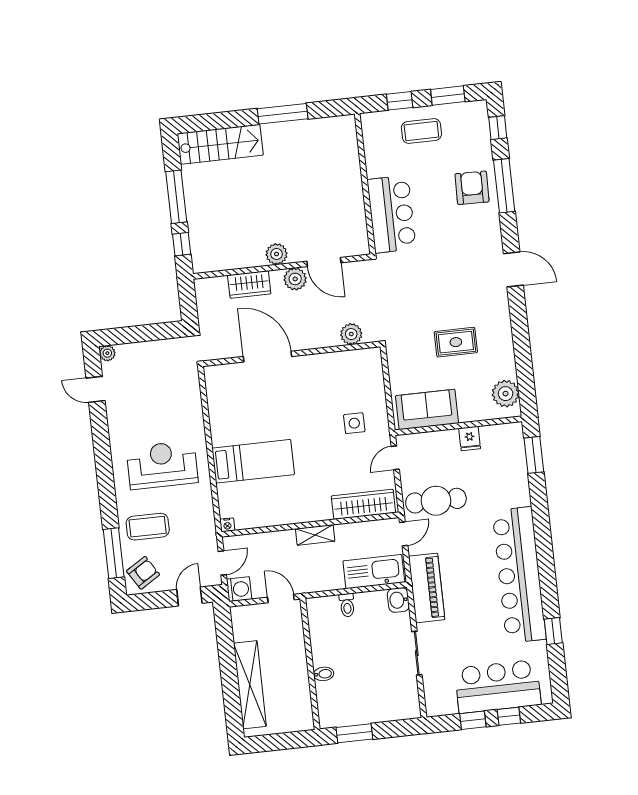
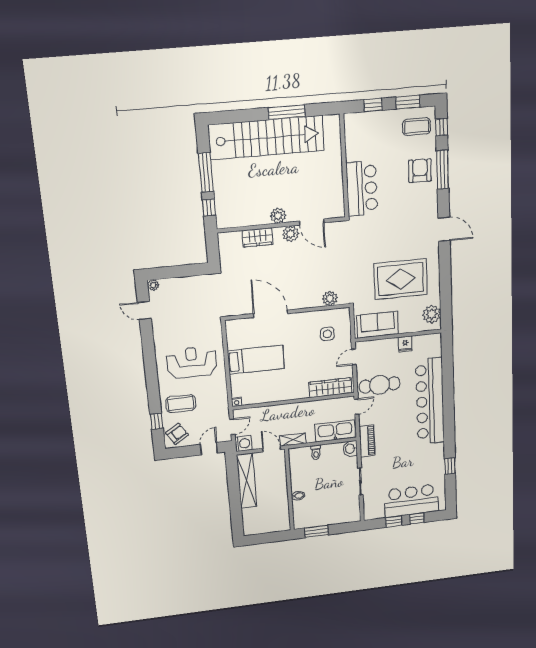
coffee table: (421, 131) -> (417, 127), moved
stairs: (220, 144) -> (266, 138), width x1.86, depth x1.51
plant: (351, 334) -> (330, 298), moved
rug: (456, 342) -> (401, 279), width x1.86, depth x2.06
wall: (291, 354) -> (287, 312), moved
door: (267, 357) -> (271, 314), moved
window: (534, 455) -> (447, 355), removed
shelving: (315, 535) -> (293, 440), moved
window: (114, 553) -> (157, 421), width x0.46
bar counter: (519, 575) -> (430, 401), moved
piano: (427, 588) -> (367, 441), width x0.73, depth x0.75
shelving: (250, 685) -> (247, 481), moved

